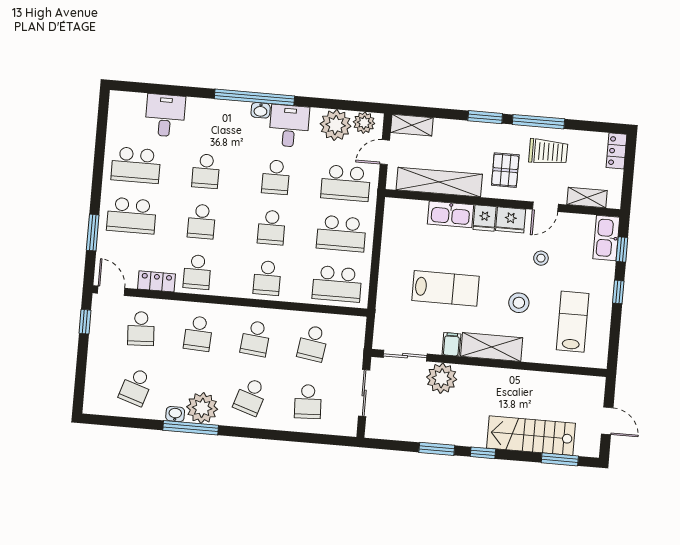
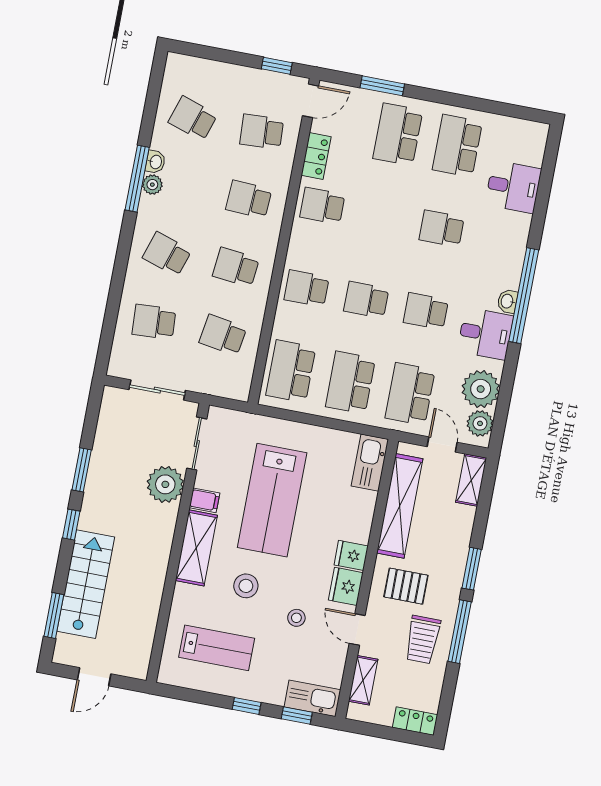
kitchen sink: (450, 214) -> (370, 463), moved
school desk: (202, 222) -> (382, 217), removed
lab bench: (446, 288) -> (272, 500), width x1.36, depth x1.39
plant: (202, 408) -> (152, 185), width x0.53, depth x0.53

